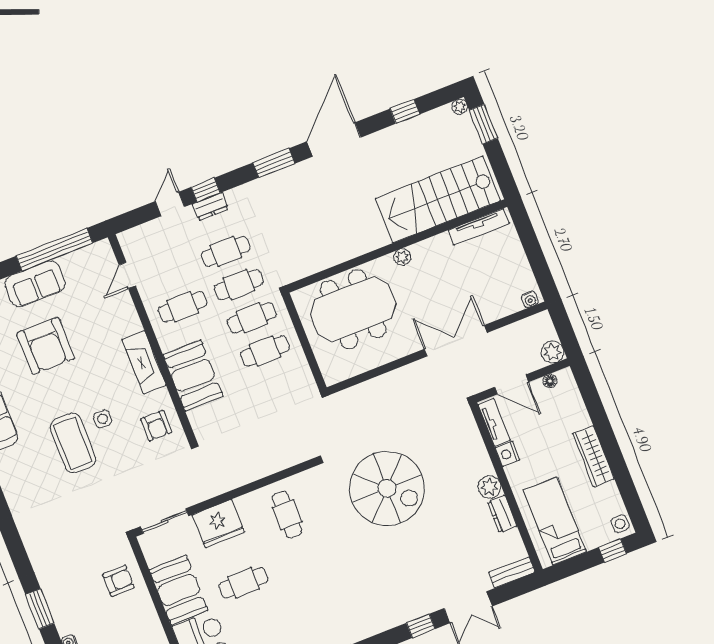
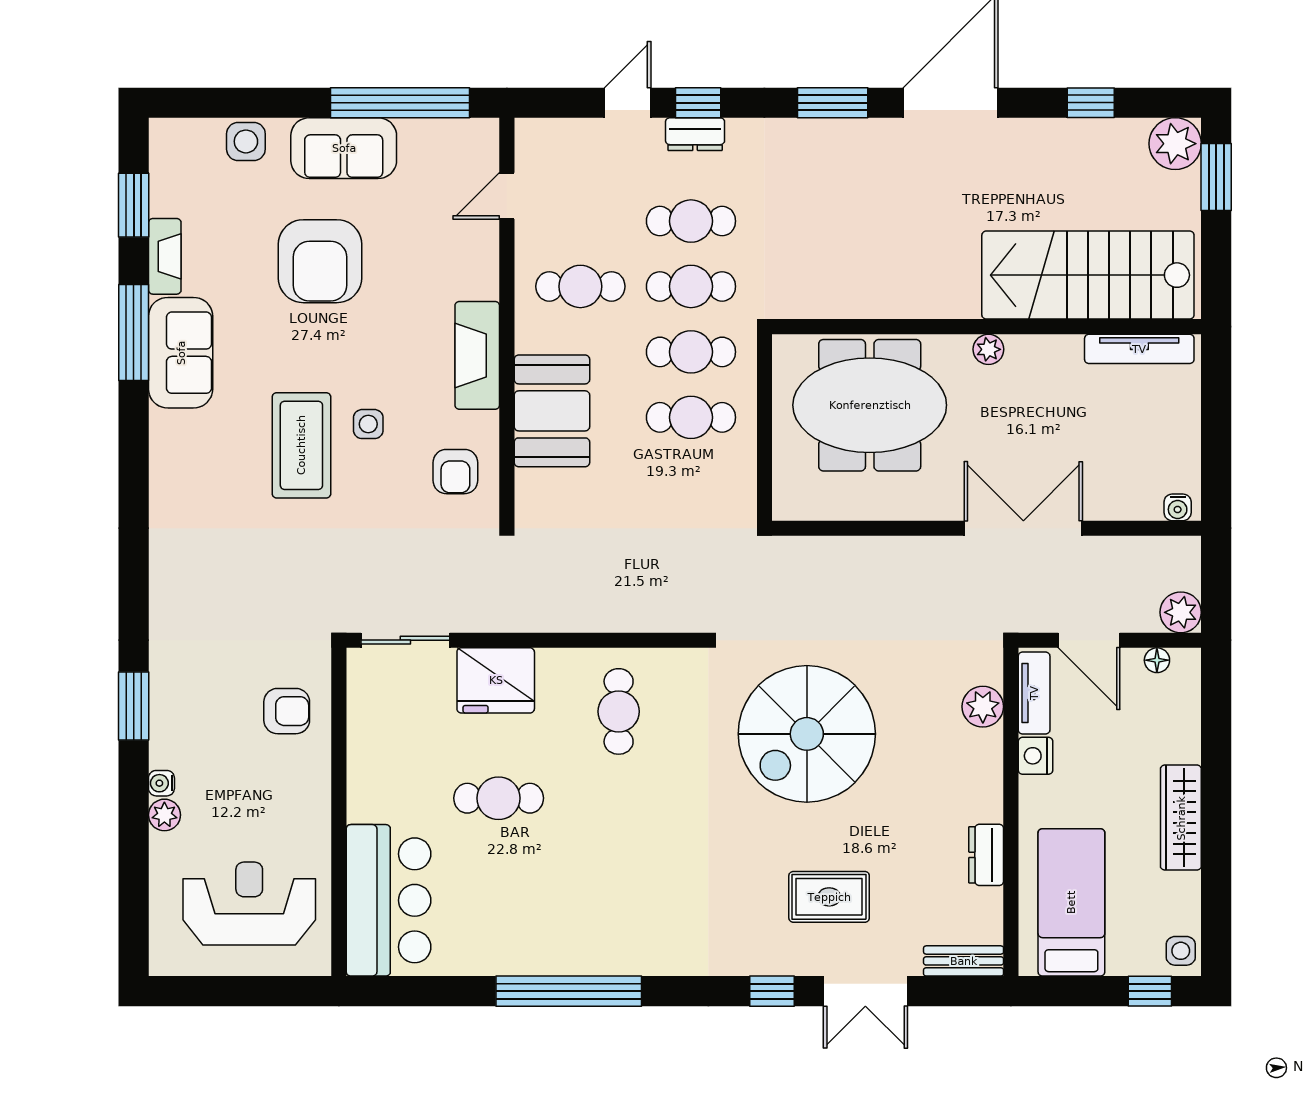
plant: (460, 107) -> (1175, 144), width x1.87, depth x1.87
plant: (490, 487) -> (983, 707), moved
spiral stairs: (387, 488) -> (807, 734), turned 90
rug: (431, 567) -> (829, 897), added
booth: (179, 590) -> (383, 767), removed

